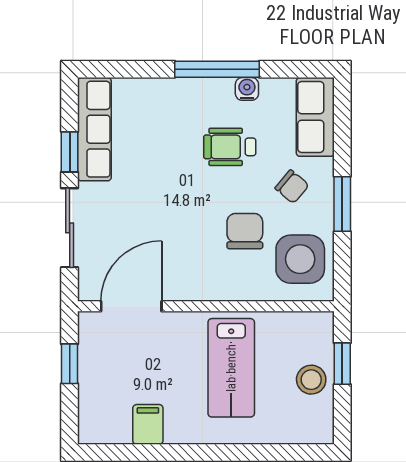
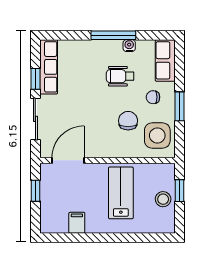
chair: (292, 187) -> (153, 97), turned 140
lab bench: (231, 368) -> (121, 193), turned 180

